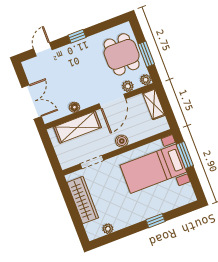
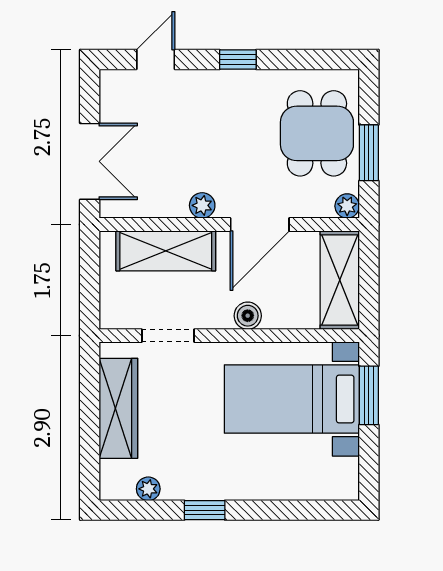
plant: (128, 86) -> (202, 205), moved
shelving: (154, 104) -> (340, 280), width x1.50, depth x1.33
floor lamp: (74, 107) -> (175, 207), removed
window: (156, 221) -> (205, 510), moved

